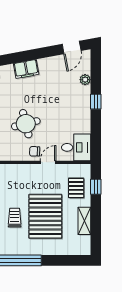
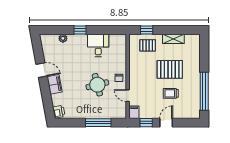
door: (72, 47) -> (42, 70), moved
desk: (76, 147) -> (98, 45), moved
door: (48, 162) -> (128, 96), moved
pallet: (45, 216) -> (170, 69), width x0.73, depth x0.71

